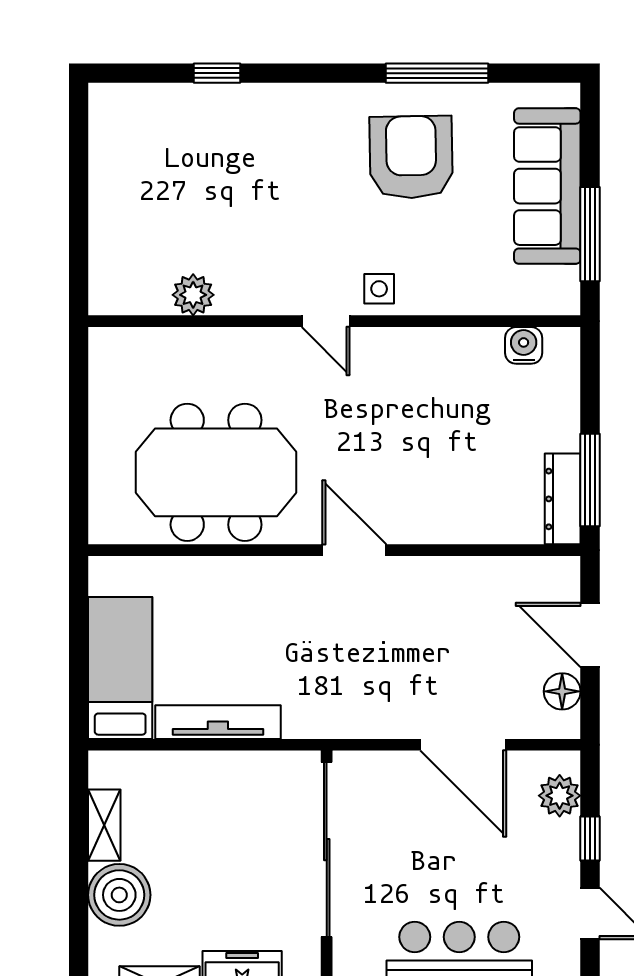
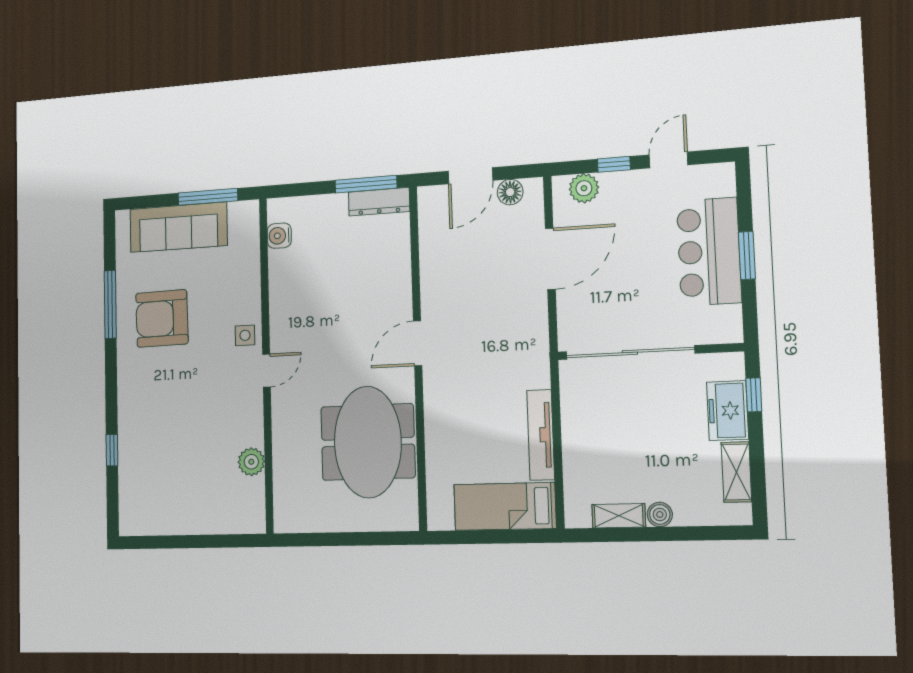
boiler: (119, 895) -> (660, 514), width x0.54, depth x0.54

